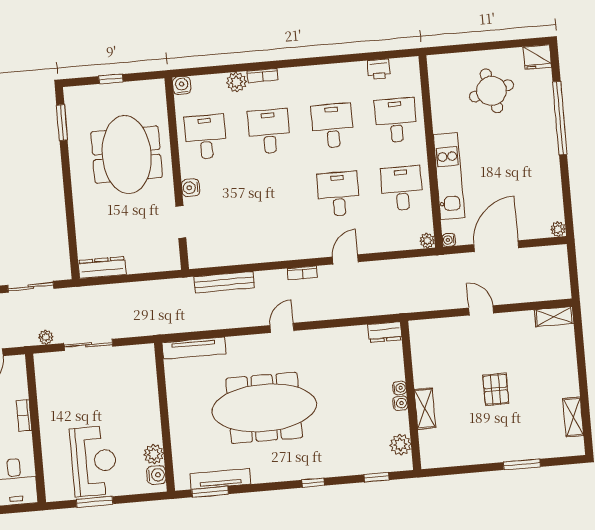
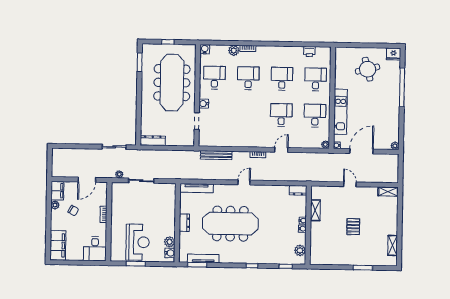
meeting table: (127, 155) -> (172, 83), width x1.36
shelving: (425, 409) -> (315, 210), moved
dresser: (178, 415) -> (184, 223), added

